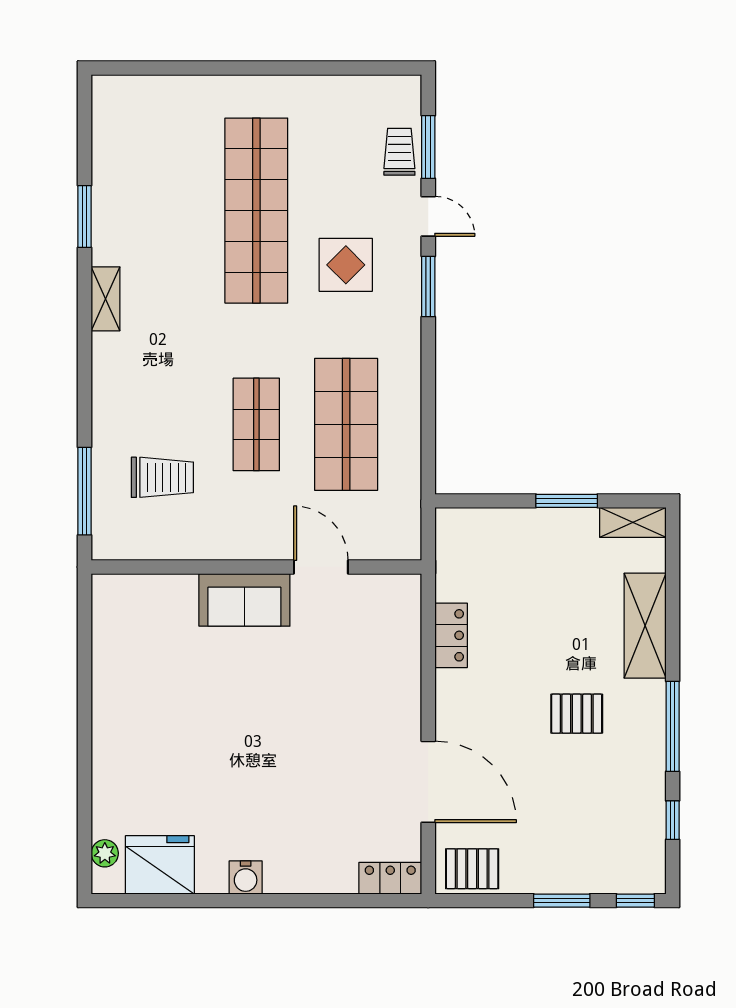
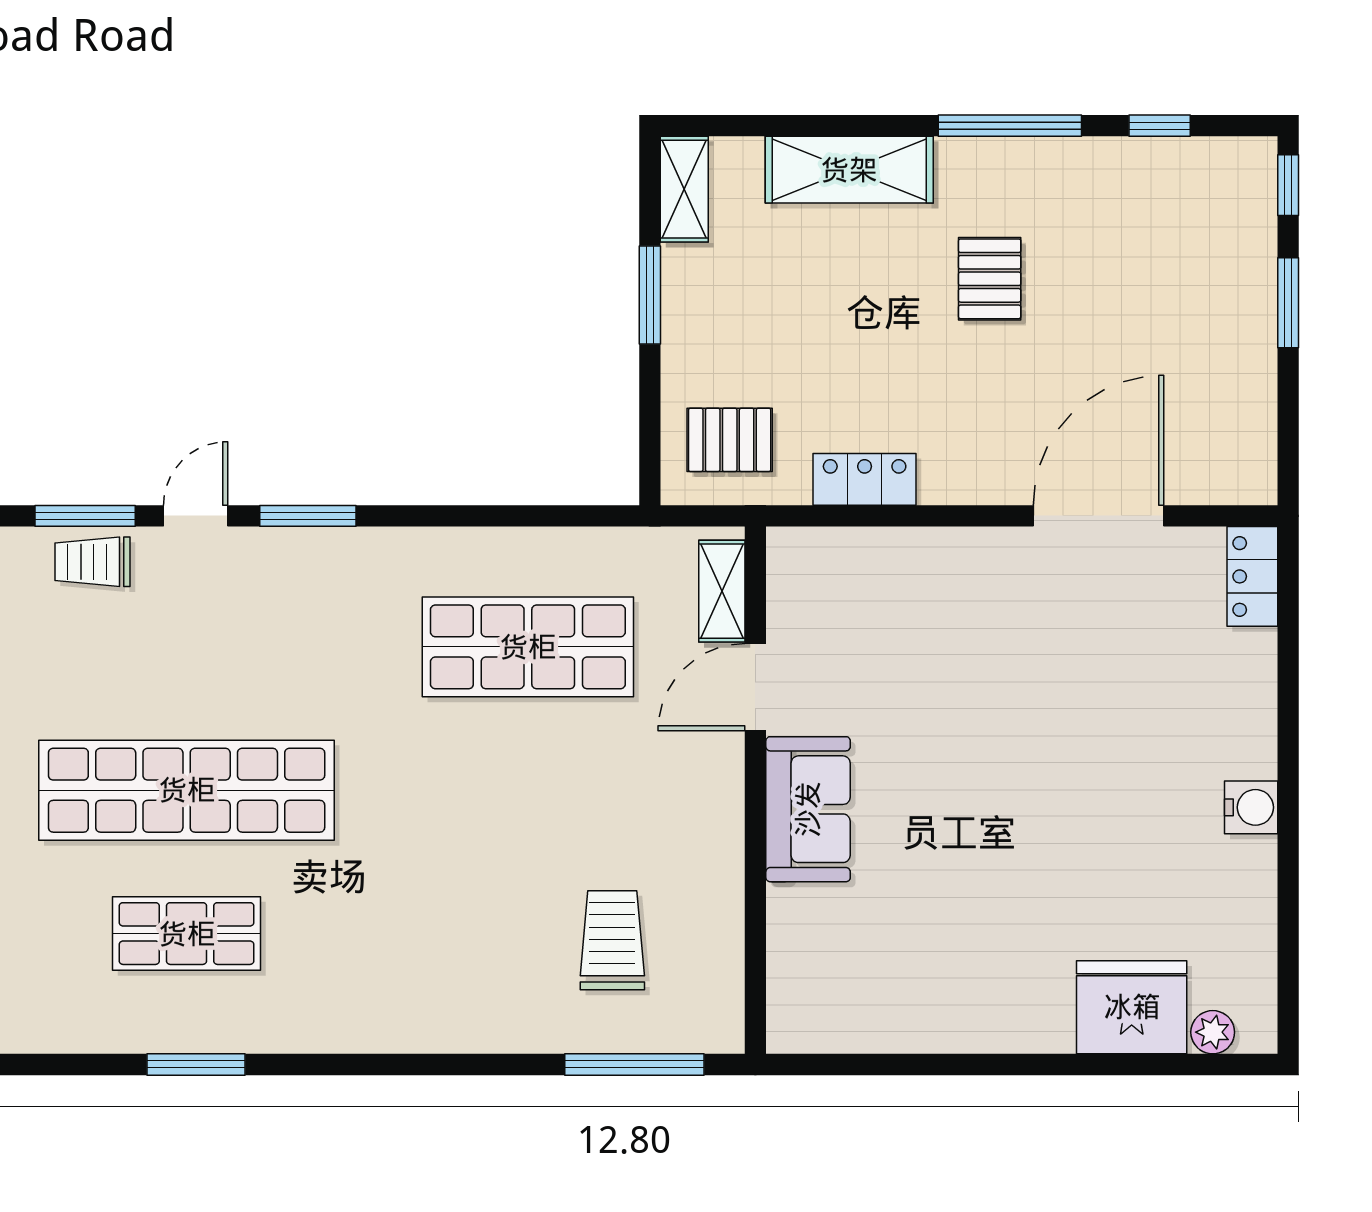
display table: (346, 265) -> (273, 647), removed
shelving: (106, 299) -> (722, 591), moved, turned 90
shop shelf: (256, 424) -> (187, 934), moved
fridge: (160, 865) -> (1132, 1007), moved, turned 90
pallet: (472, 869) -> (730, 440), moved, turned 90

